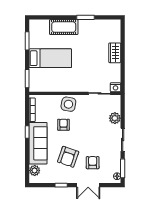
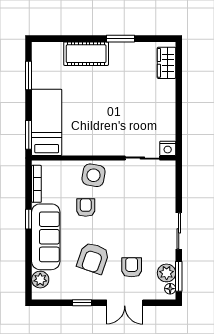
wardrobe: (115, 53) -> (166, 63), moved
bed: (50, 58) -> (47, 122), moved, turned -90
plant: (115, 118) -> (167, 273), moved

